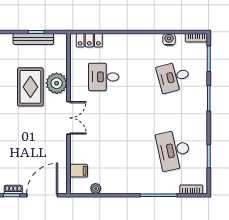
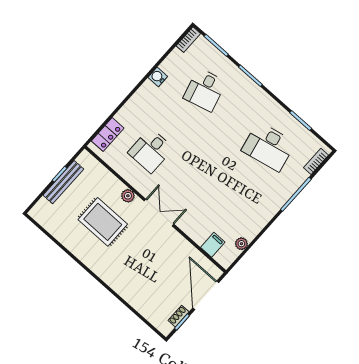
water cooler: (169, 39) -> (158, 77), moved
plant: (57, 83) -> (128, 196), width x0.53, depth x0.53

